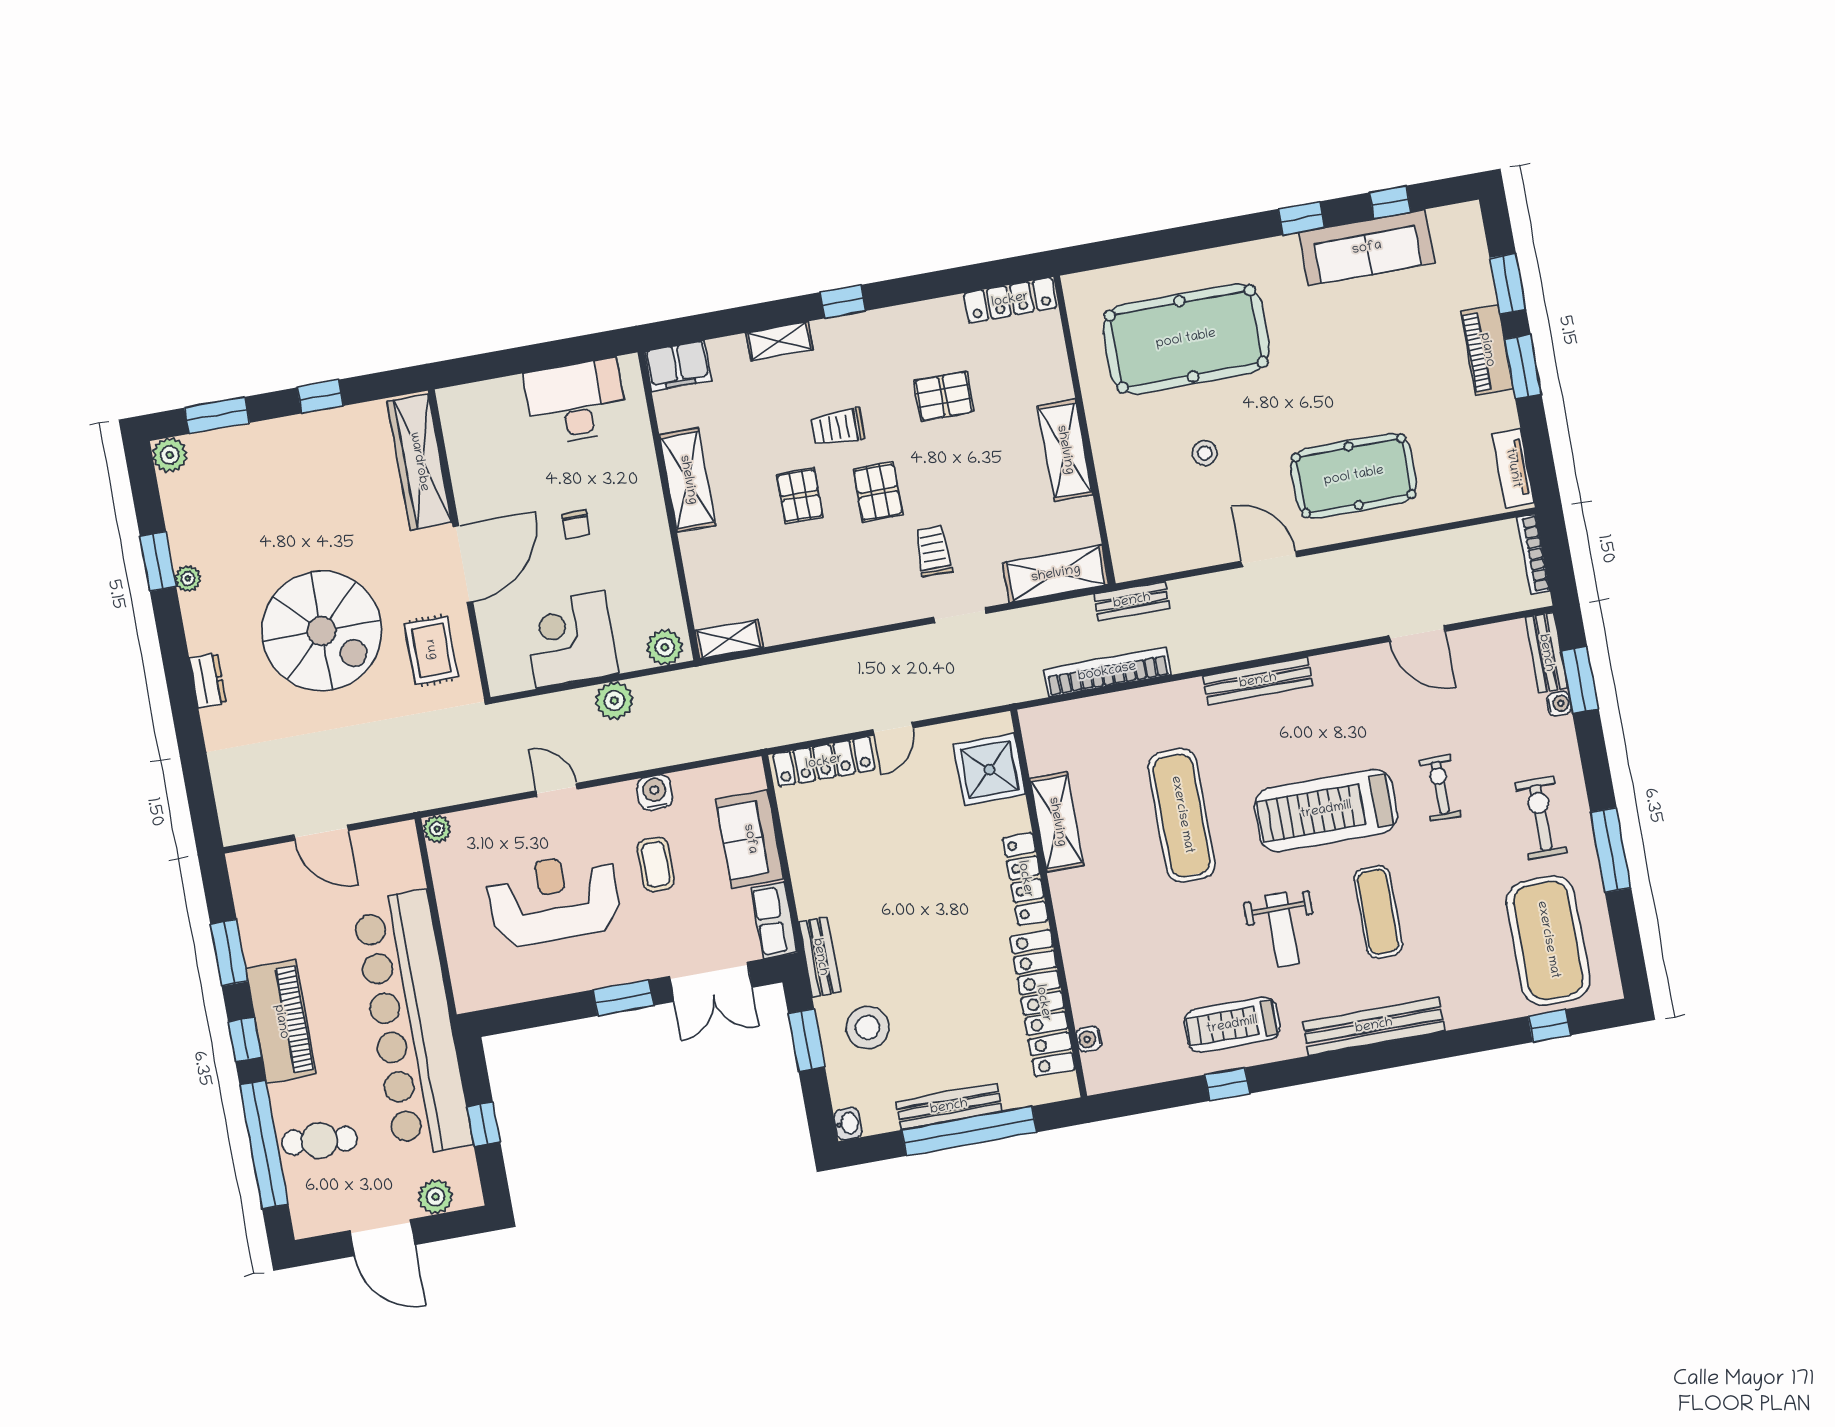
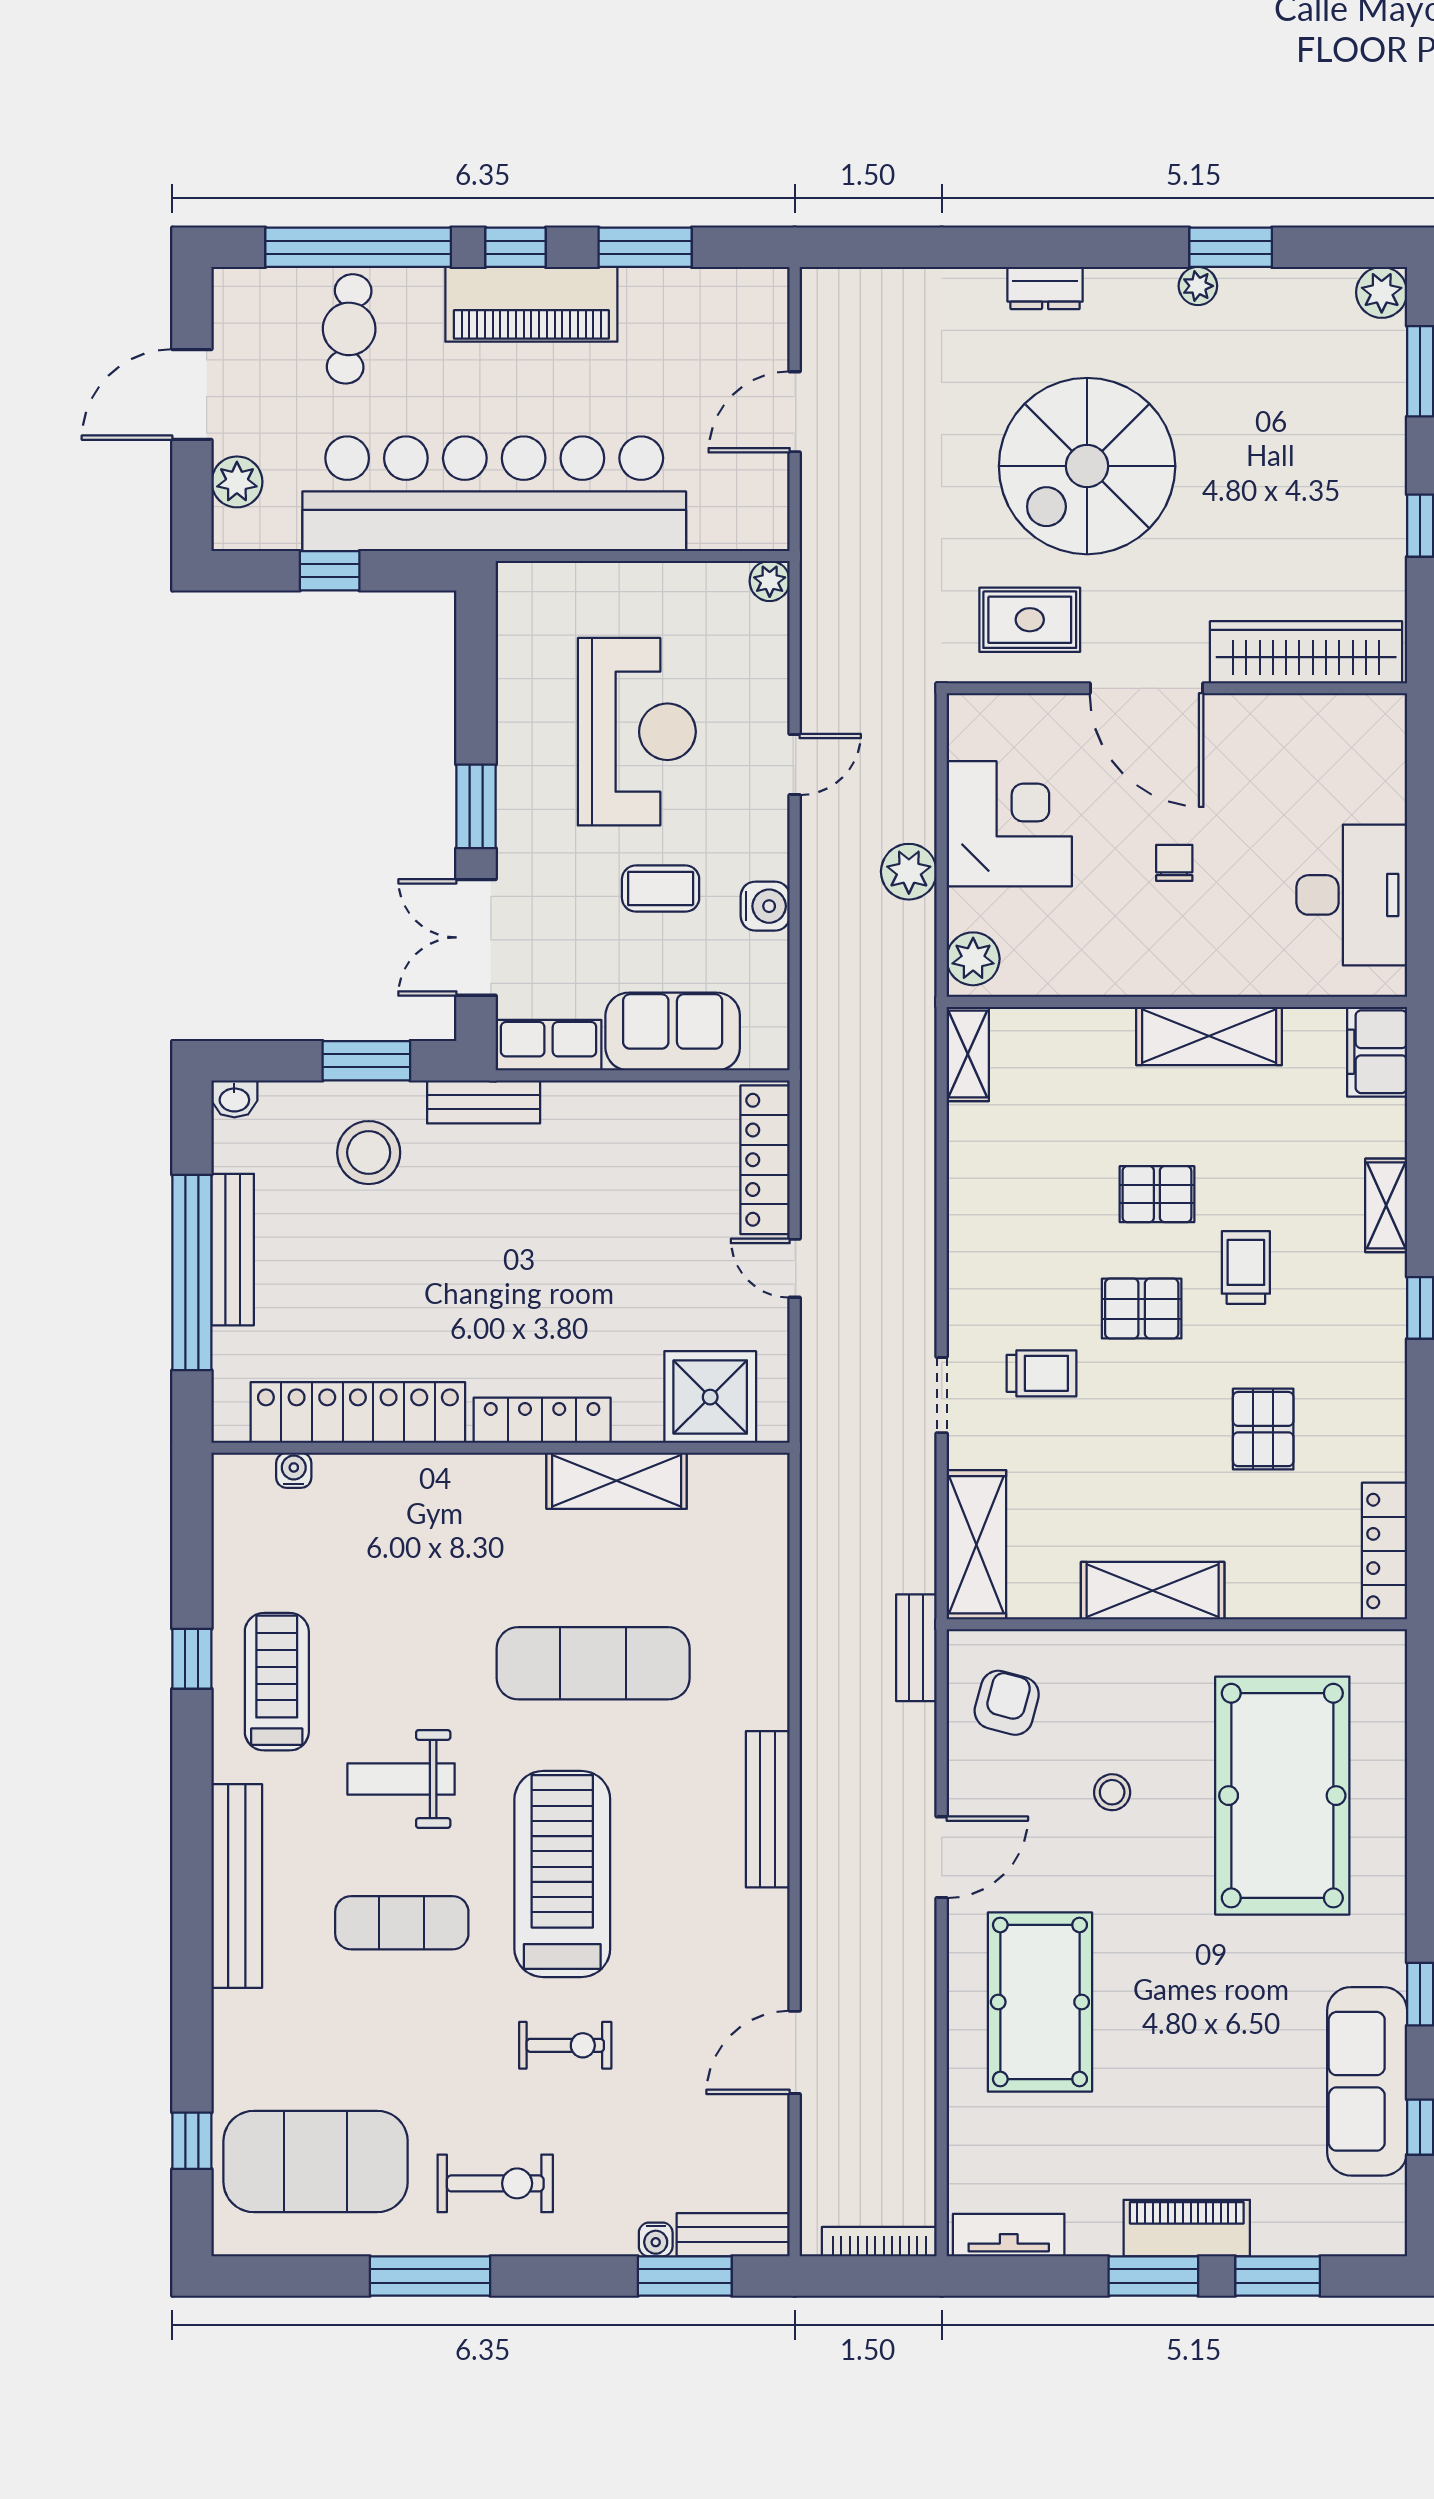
chair: (576, 524) -> (1174, 863), turned 90
armchair: (1158, 534) -> (1007, 1703), added
bookcase: (1107, 672) -> (820, 1594), removed

